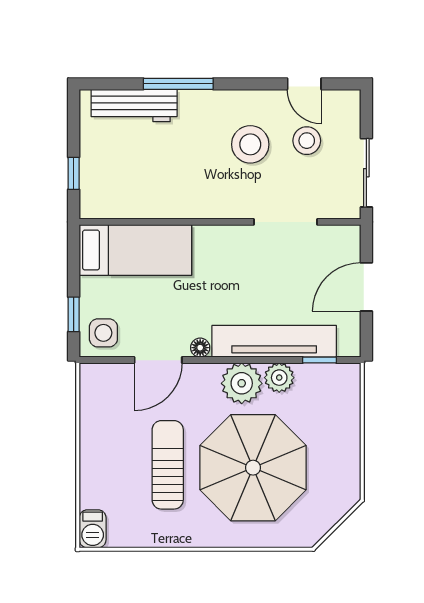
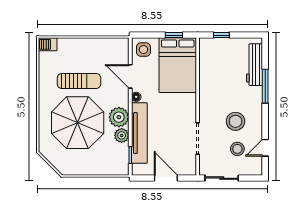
bed: (135, 250) -> (178, 65), width x1.50
window: (74, 314) -> (174, 35), moved

